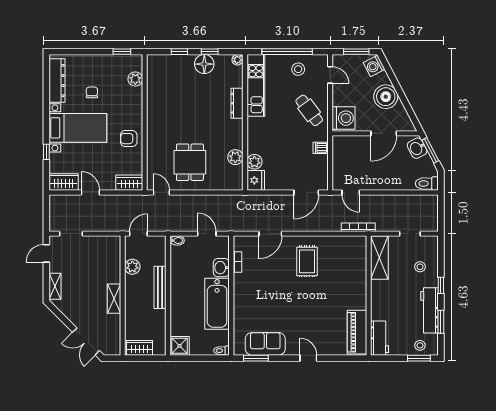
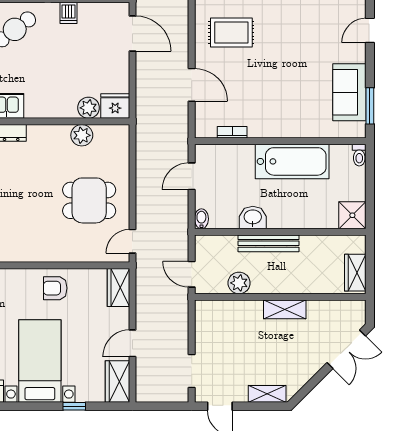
armchair: (129, 139) -> (55, 288), turned 90
washbasin: (221, 268) -> (253, 218), moved, turned 180

